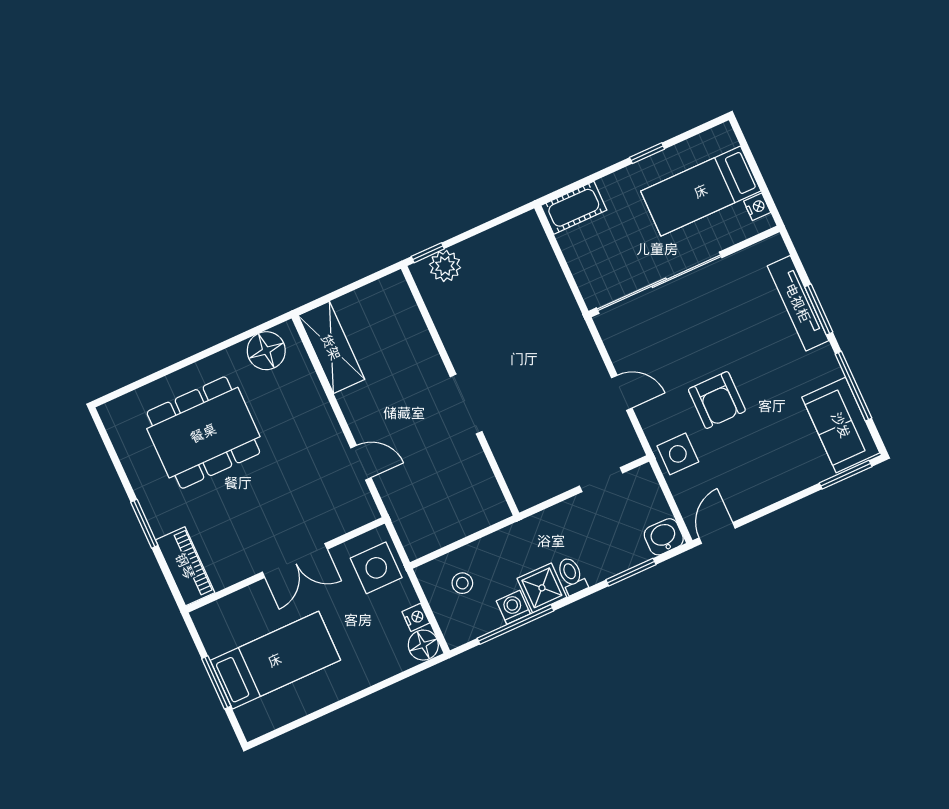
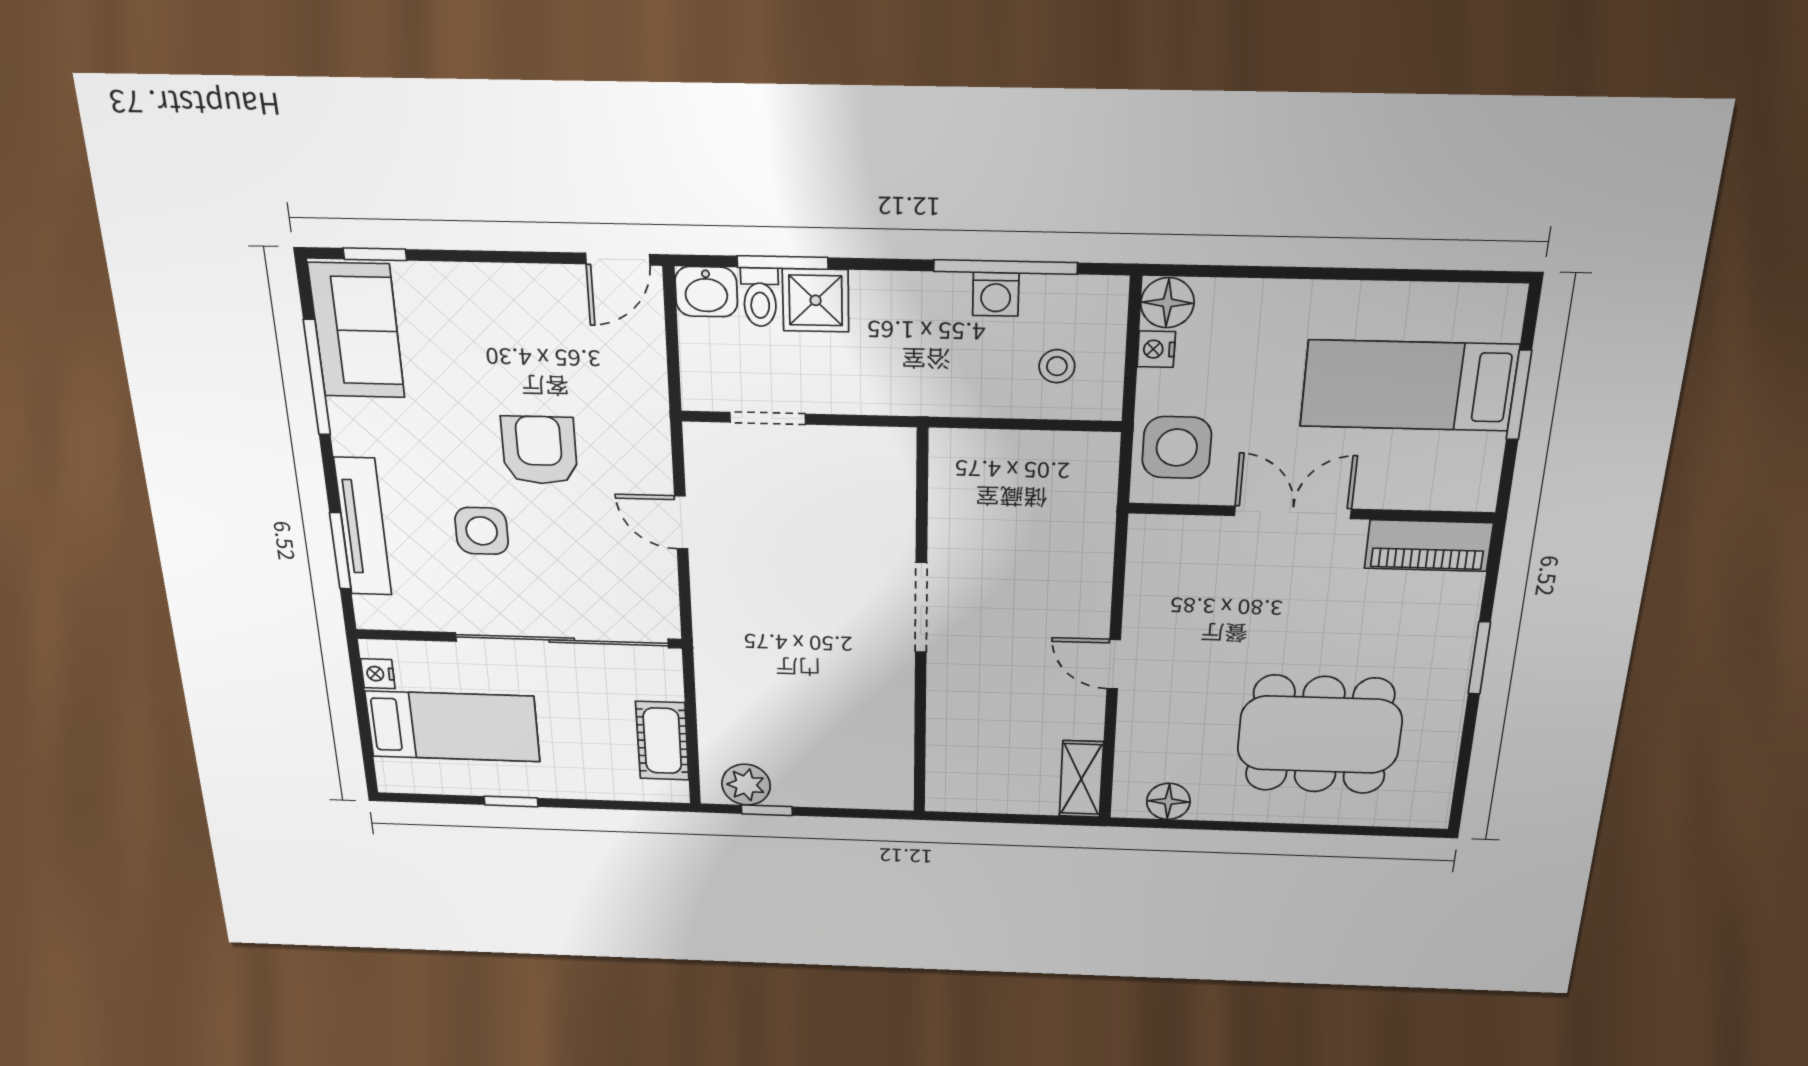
cot: (574, 208) -> (662, 741), moved, turned 90
window: (428, 253) -> (767, 810), moved
plant: (445, 266) -> (746, 785), moved
window: (819, 310) -> (340, 551), moved
shelving: (331, 347) -> (1081, 779), width x0.67, depth x0.75
floor lamp: (266, 351) -> (1168, 801), width x0.73, depth x0.73
side table: (678, 454) -> (482, 531), moved
door: (361, 463) -> (1114, 664), moved
window: (846, 475) -> (375, 254), width x0.67
piano: (185, 566) -> (1428, 546), moved, turned -90
toilet: (572, 576) -> (760, 297), moved
shower: (542, 588) -> (816, 300), moved

